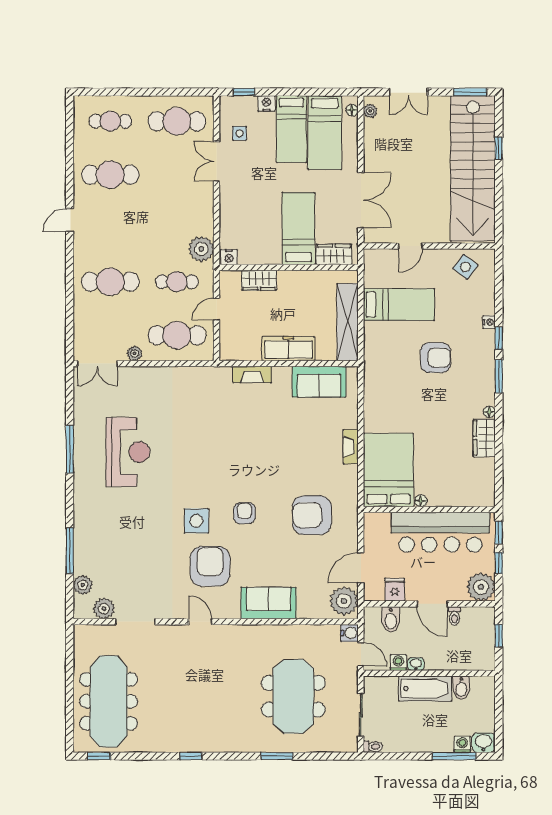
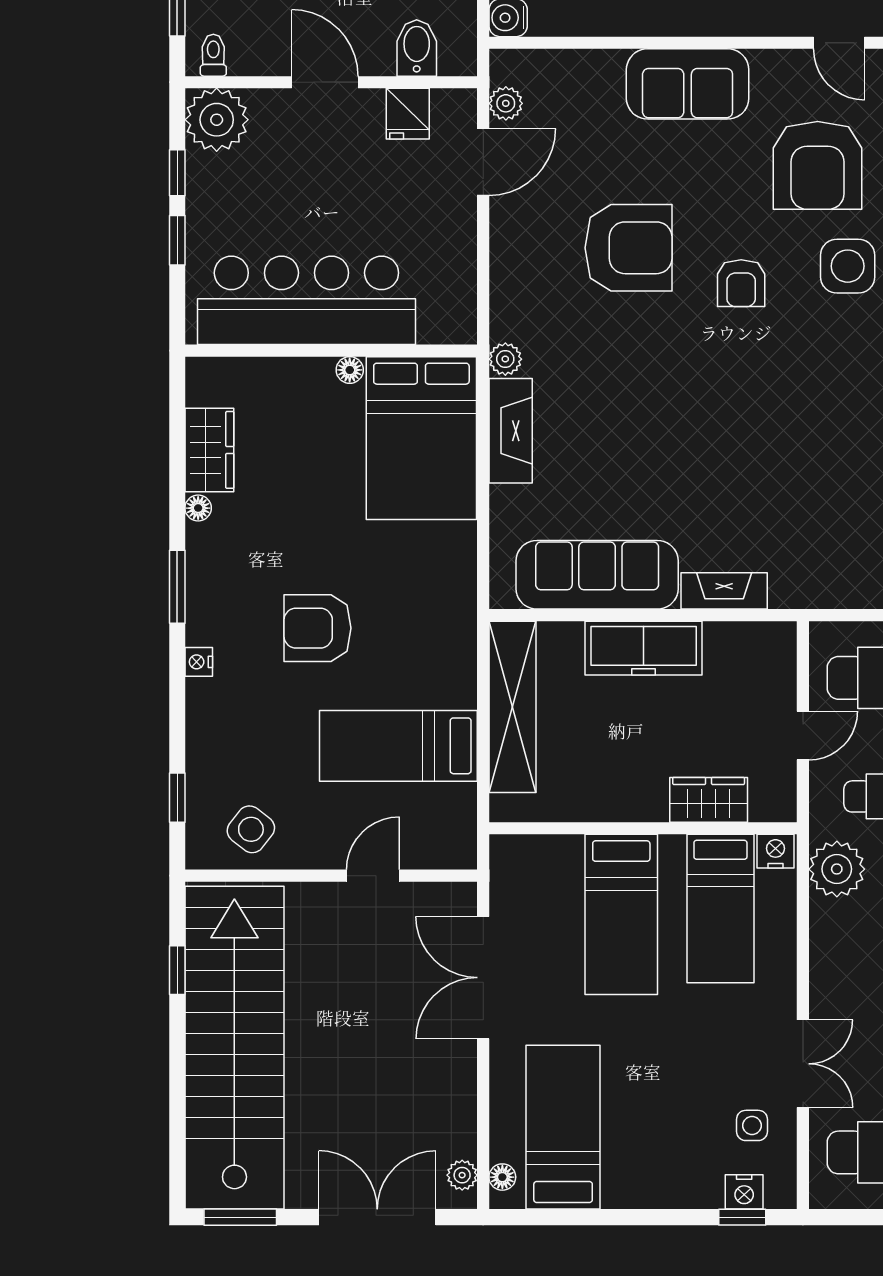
double door: (408, 92) -> (377, 1217), width x1.37
nightstand: (267, 103) -> (744, 1192), moved
bed: (292, 129) -> (720, 909), moved, turned 180
window: (499, 148) -> (177, 970), moved
wardrobe: (334, 254) -> (543, 857), removed
nightstand: (489, 322) -> (199, 662), moved
window: (499, 338) -> (177, 798), moved
sofa: (319, 382) -> (597, 575), width x1.36
fireplace: (351, 447) -> (511, 431), width x1.37, depth x1.32
bed: (389, 470) -> (421, 438), moved
plant: (351, 479) -> (505, 359), added
floor lamp: (421, 501) -> (350, 370), moved
wall: (429, 509) -> (331, 351), moved
armchair: (312, 515) -> (629, 248), moved
bar counter: (440, 532) -> (306, 300), moved
plant: (344, 601) -> (506, 103), width x0.53, depth x0.53
toilet: (454, 616) -> (213, 55), moved

